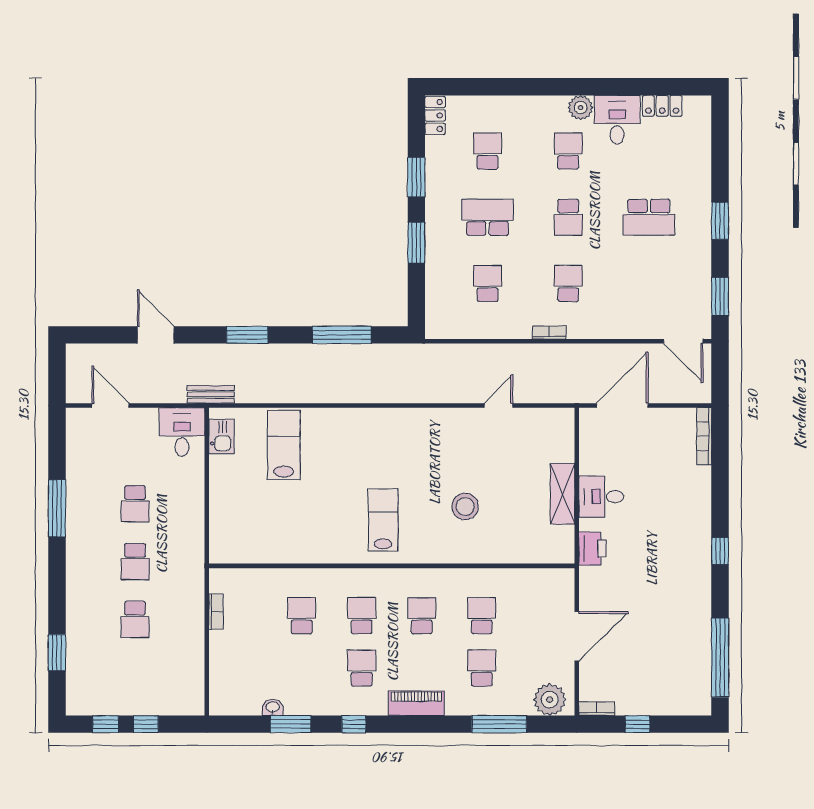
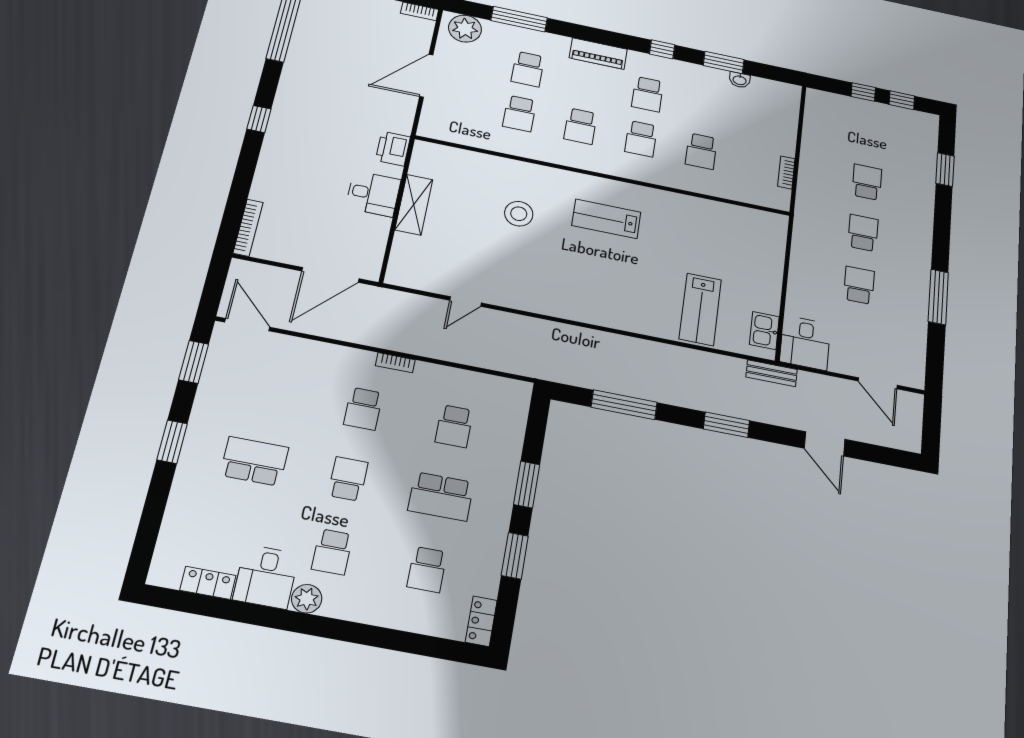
lab bench: (383, 520) -> (606, 219), turned 90

